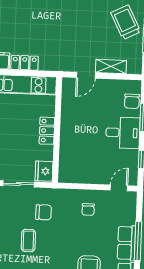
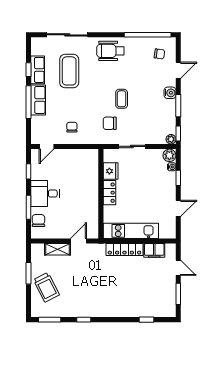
locker: (25, 63) -> (124, 250), width x1.53
fridge: (44, 171) -> (111, 171), moved

